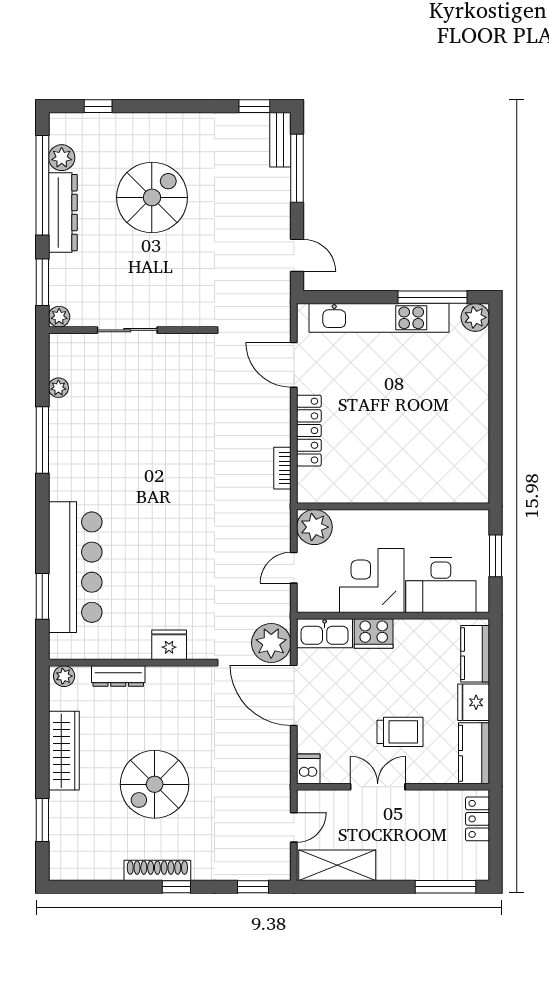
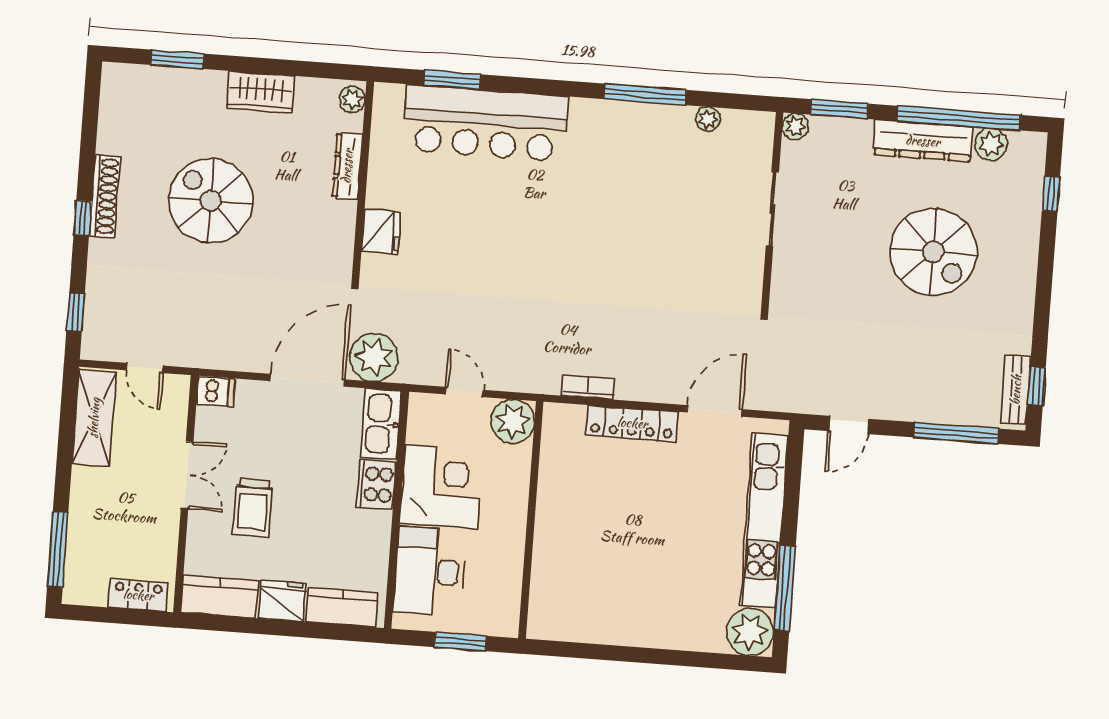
bench: (280, 140) -> (1016, 390), moved, turned 90
plant: (475, 317) -> (750, 632), width x1.36, depth x1.36
wardrobe: (64, 751) -> (260, 92), width x0.67

